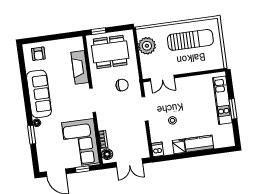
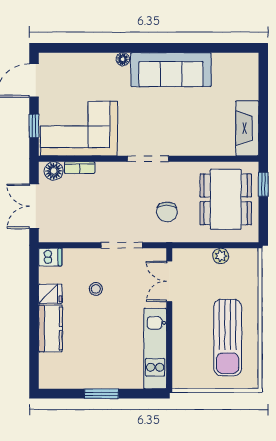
plant: (147, 46) -> (221, 256), width x0.53, depth x0.53
armchair: (38, 54) -> (239, 78), removed
fireplace: (80, 67) -> (247, 128), moved, turned -90
kitchen unit: (222, 100) -> (155, 349), moved, turned -90
window: (32, 135) -> (104, 48), removed

